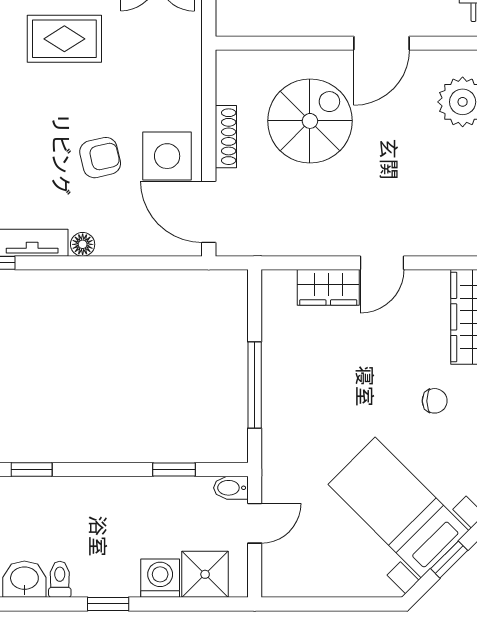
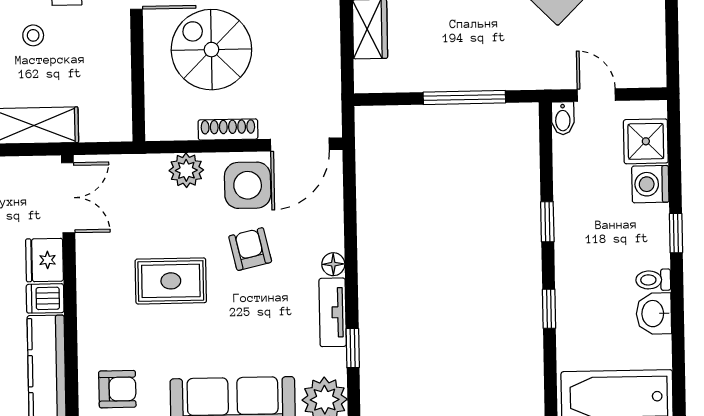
rug: (64, 39) -> (171, 281), moved, turned 90
plant: (184, 92) -> (186, 170), added
window: (174, 470) -> (547, 222), moved

